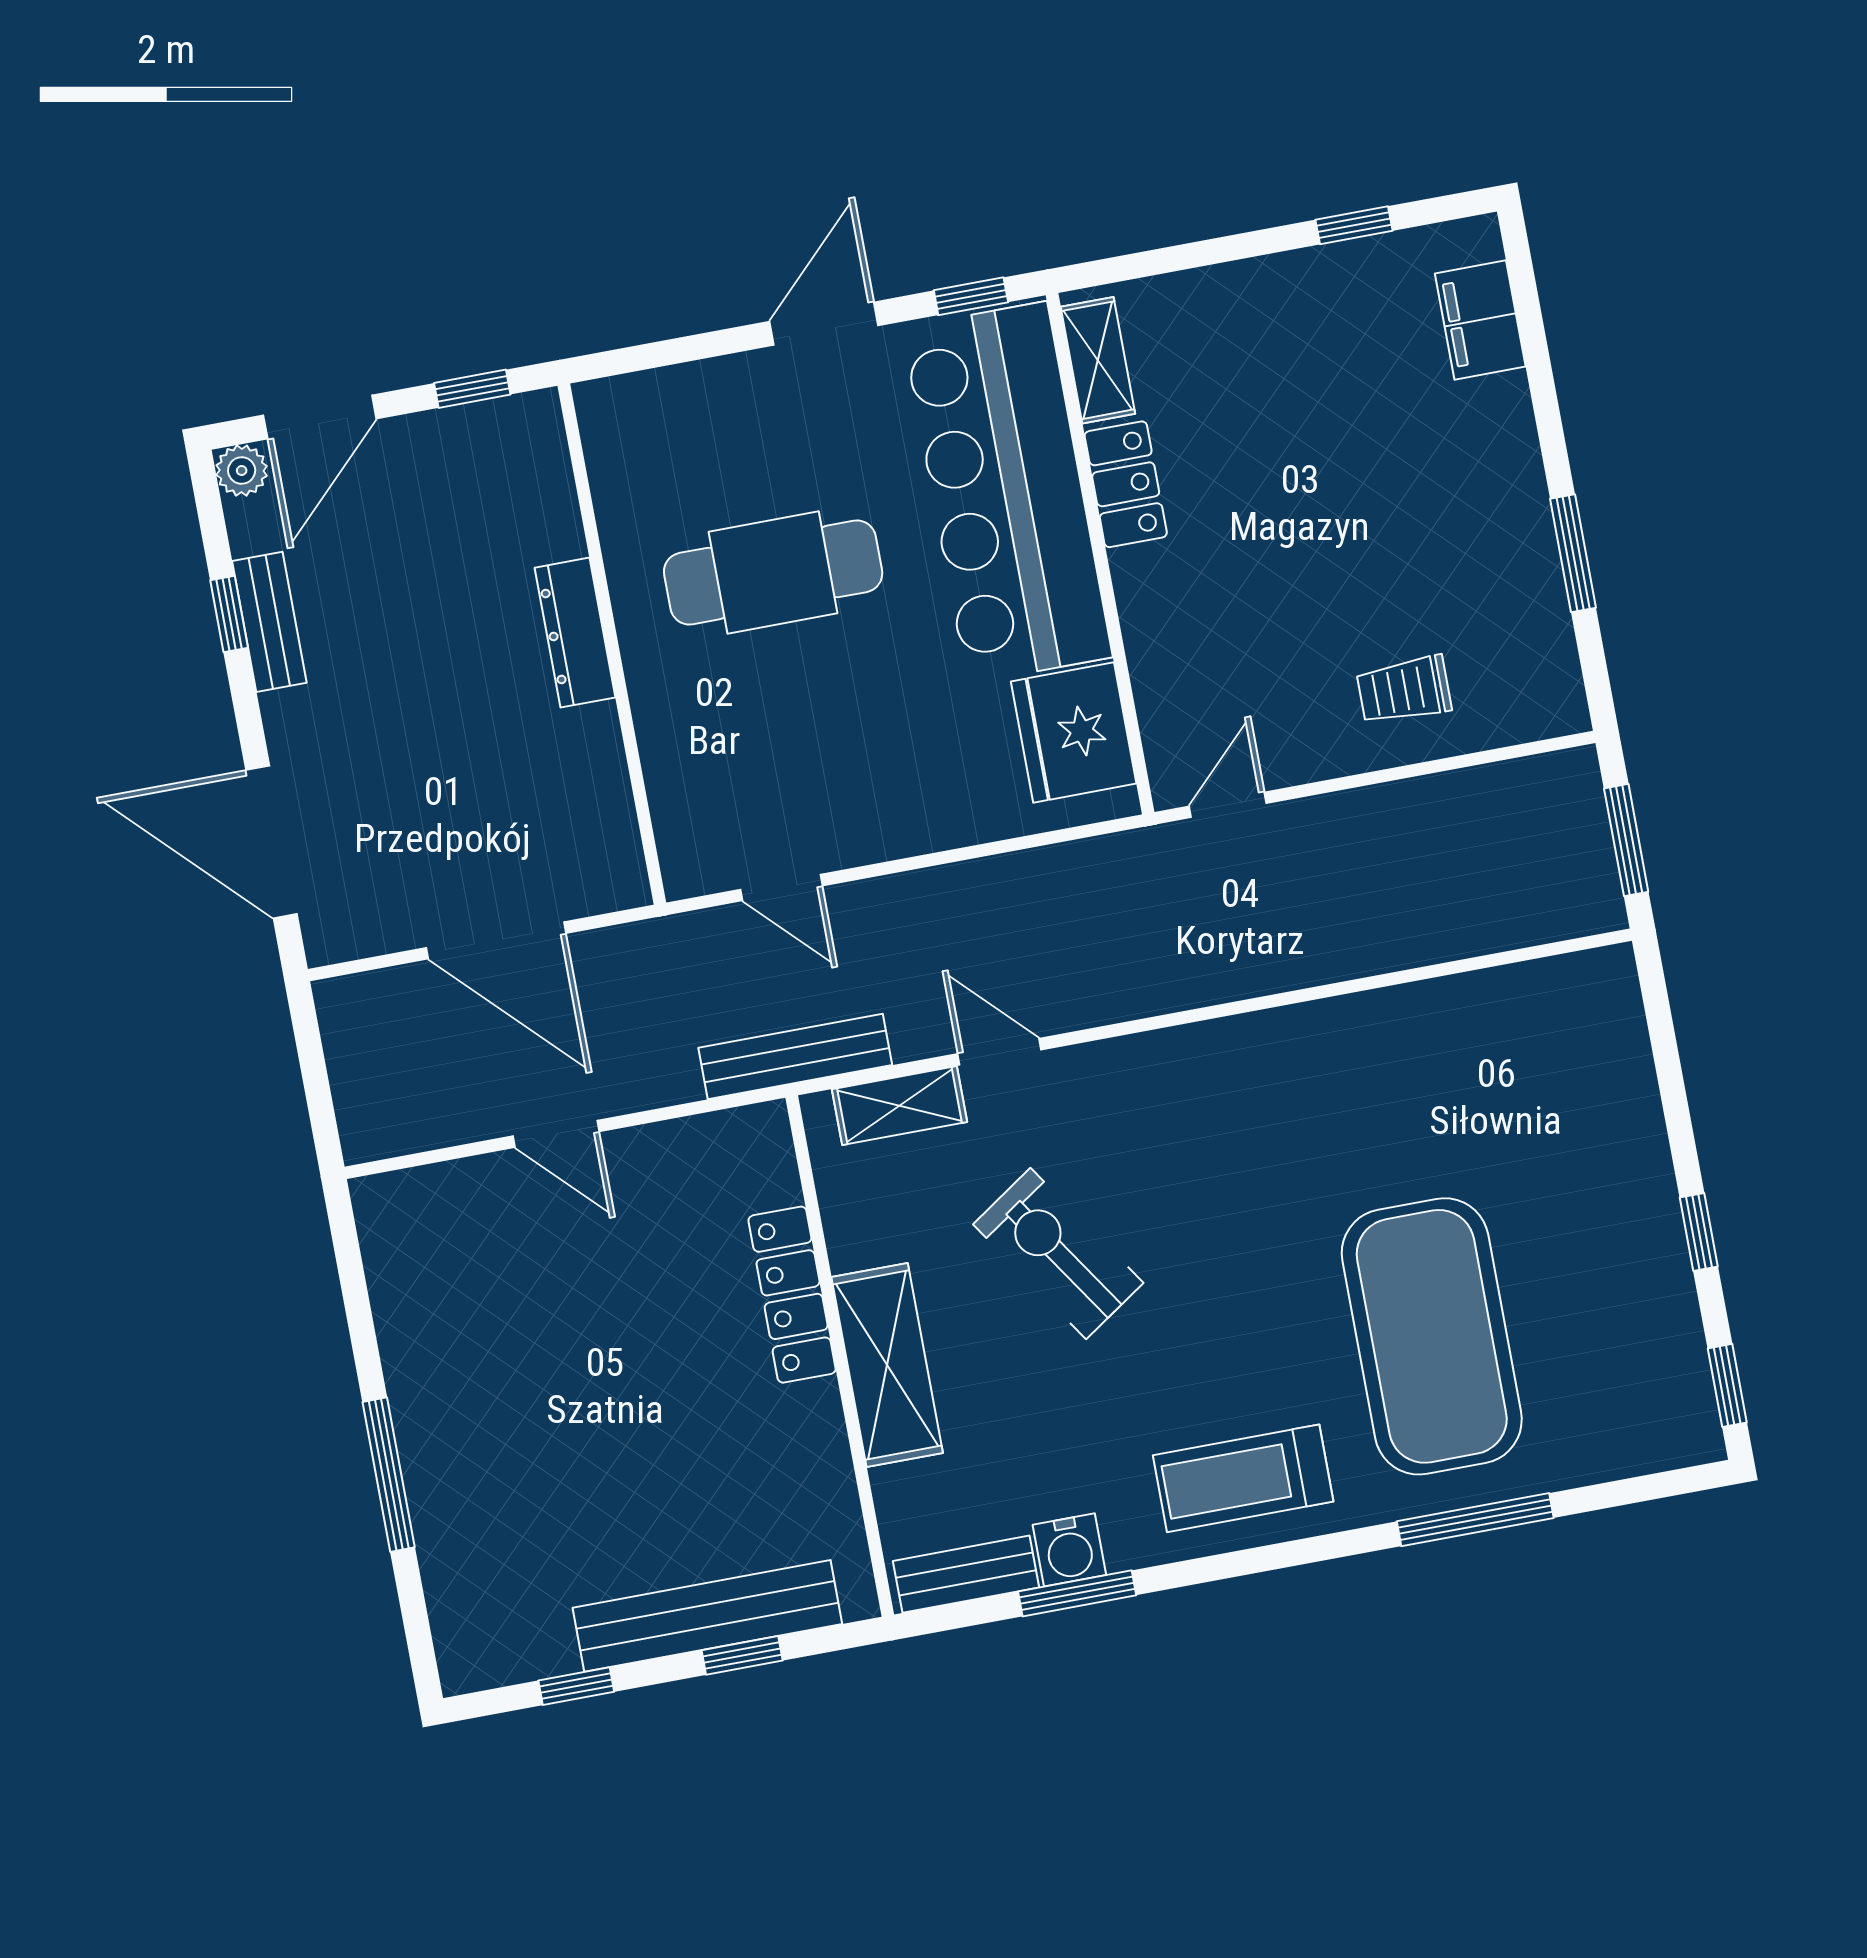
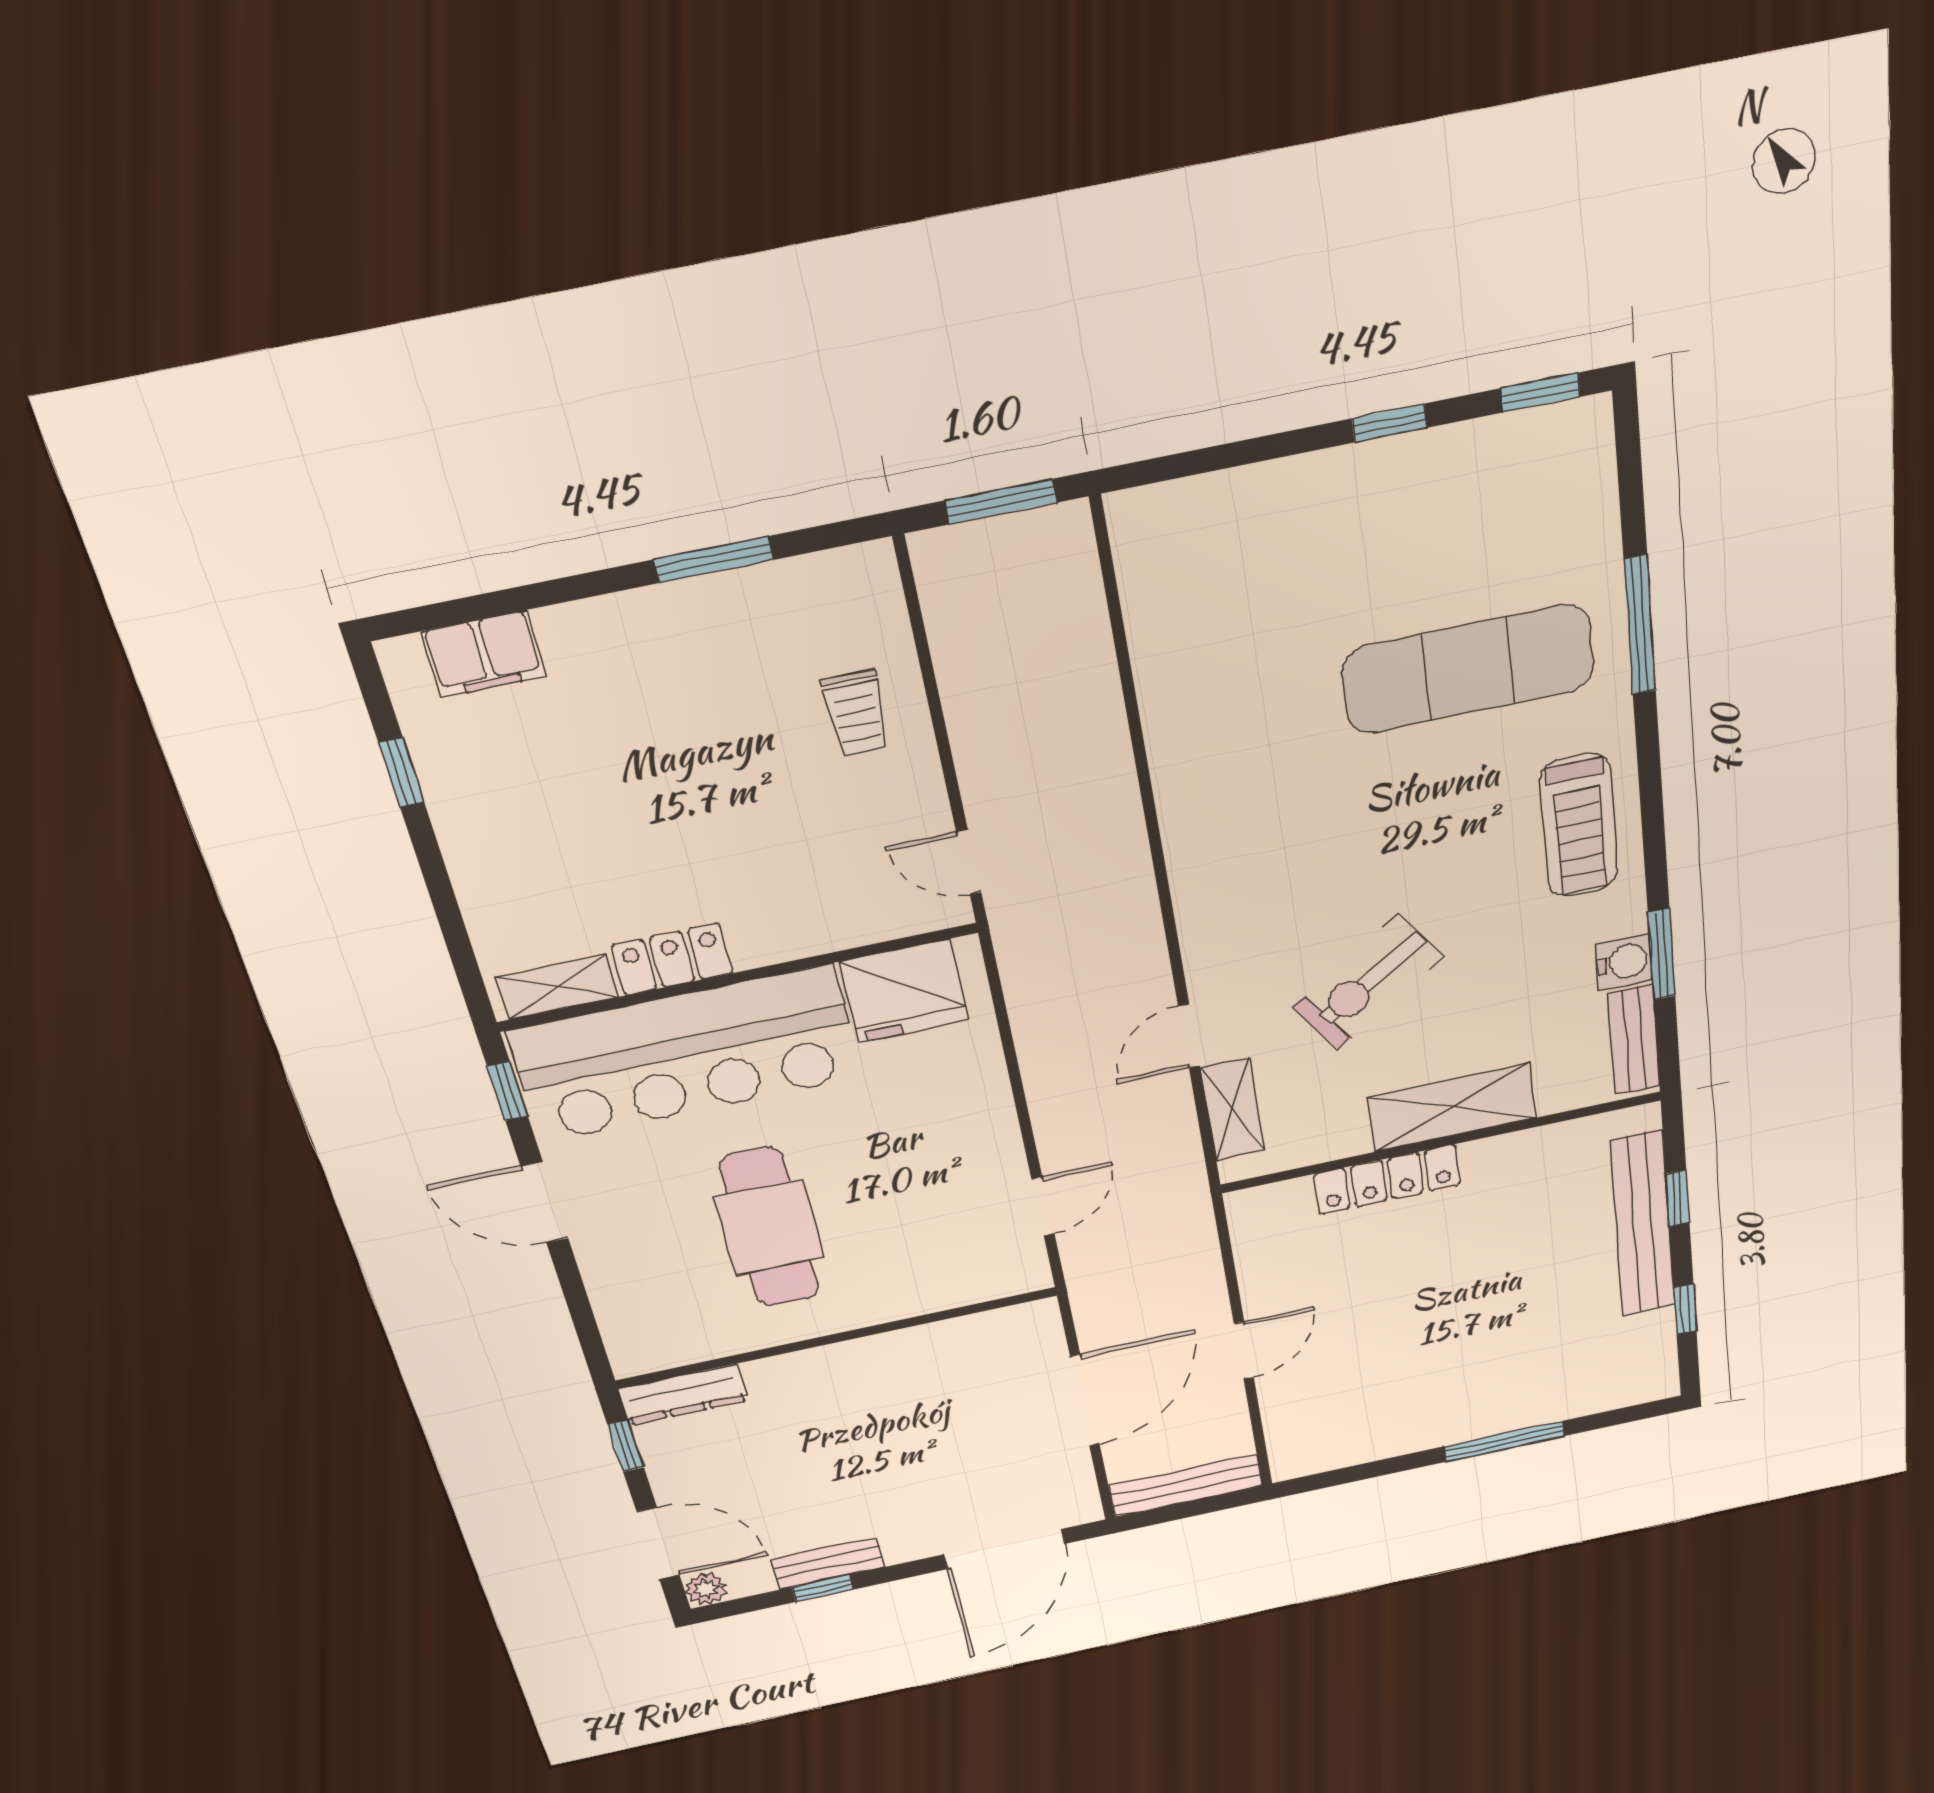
dresser: (575, 633) -> (683, 1395), moved
bench: (795, 1056) -> (1186, 1485), moved, turned 90
exercise mat: (1432, 1336) -> (1468, 669), width x0.68

